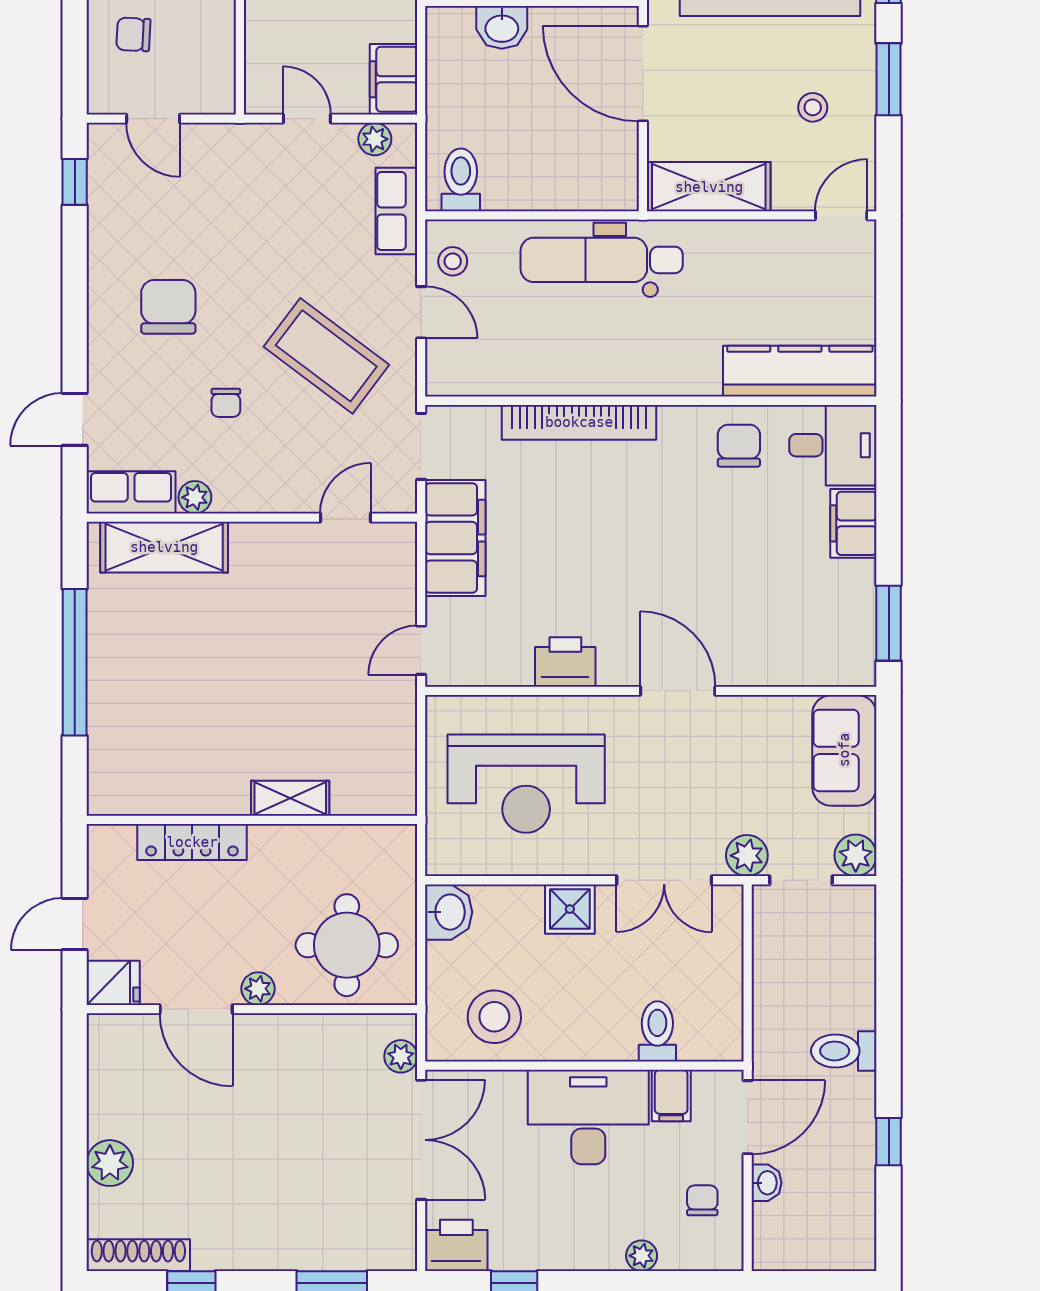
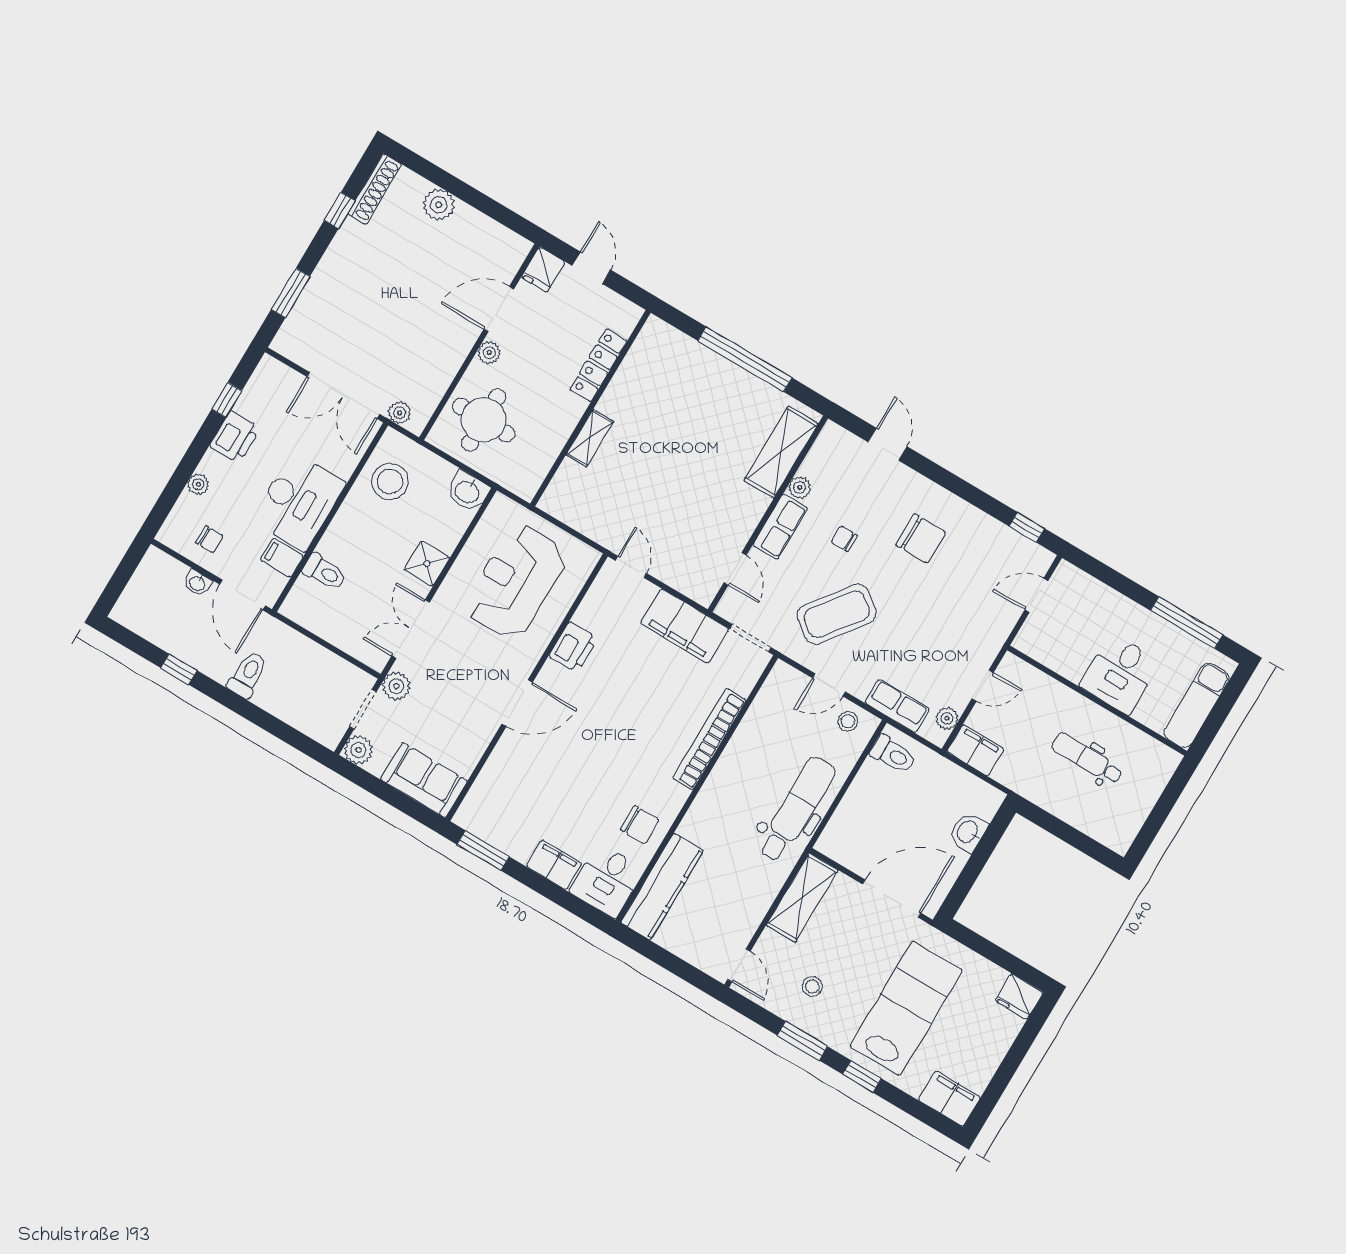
chair: (133, 34) -> (1093, 613), removed
row of seats: (131, 492) -> (780, 527), moved
printer: (456, 1245) -> (235, 437), moved

